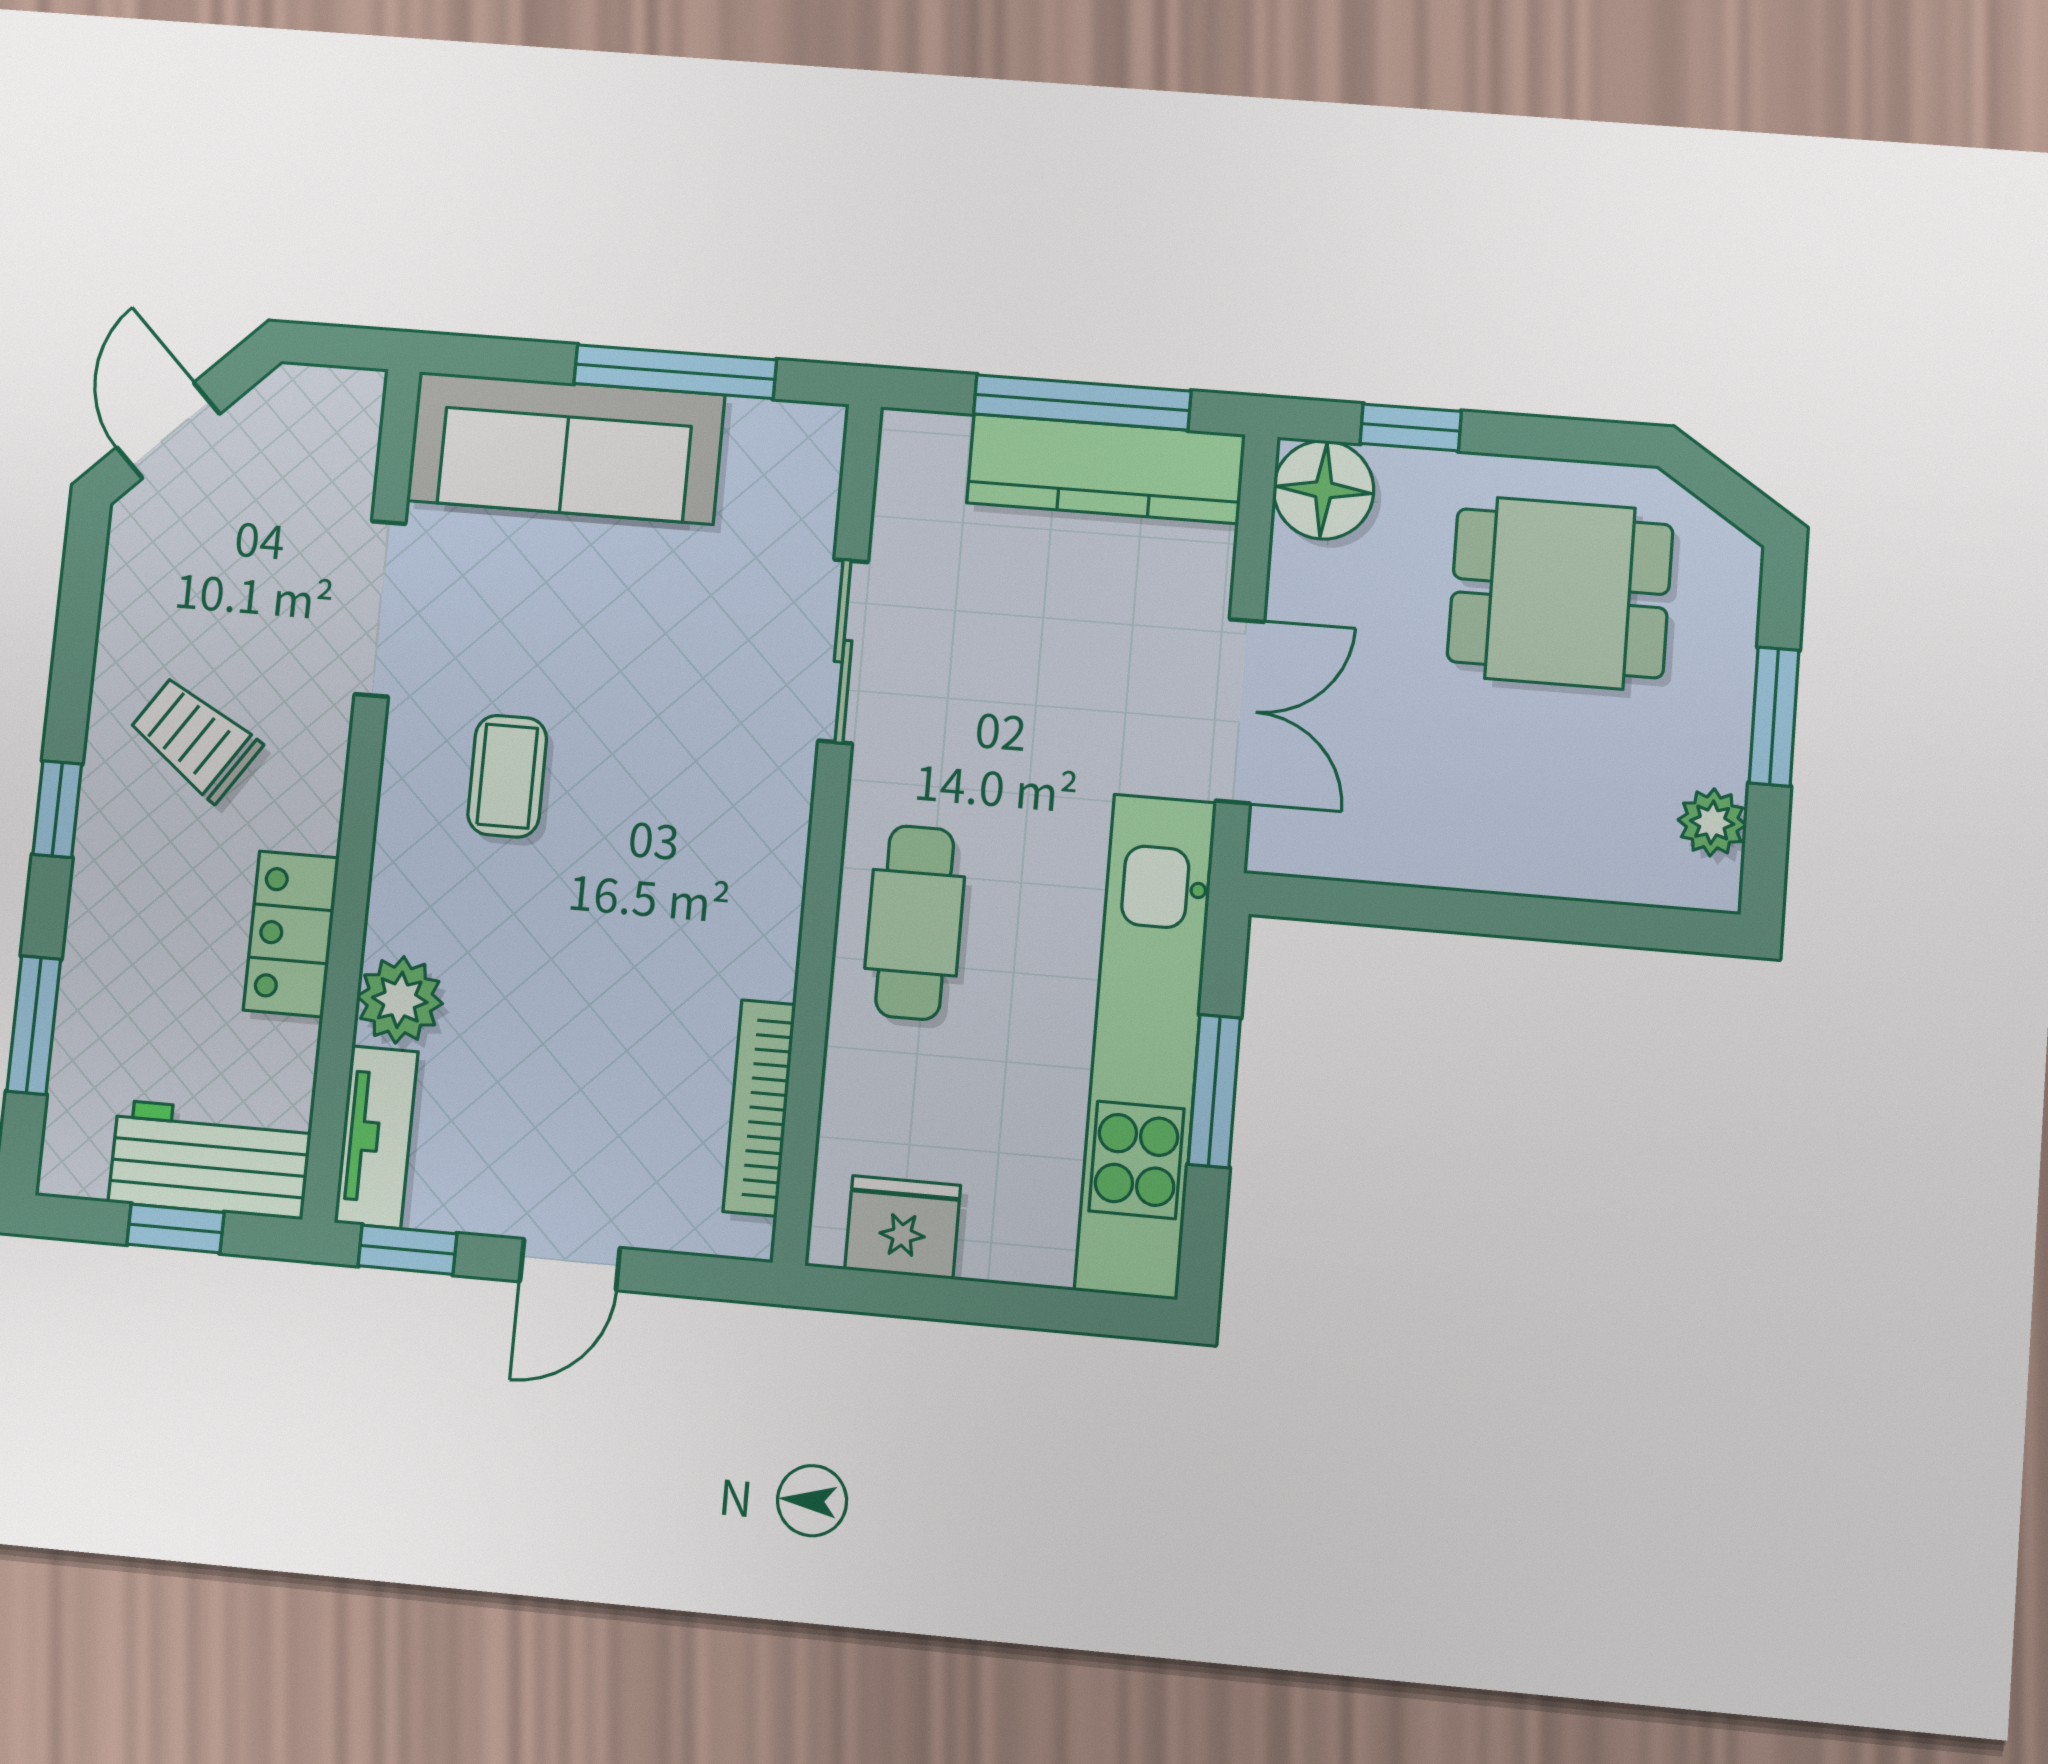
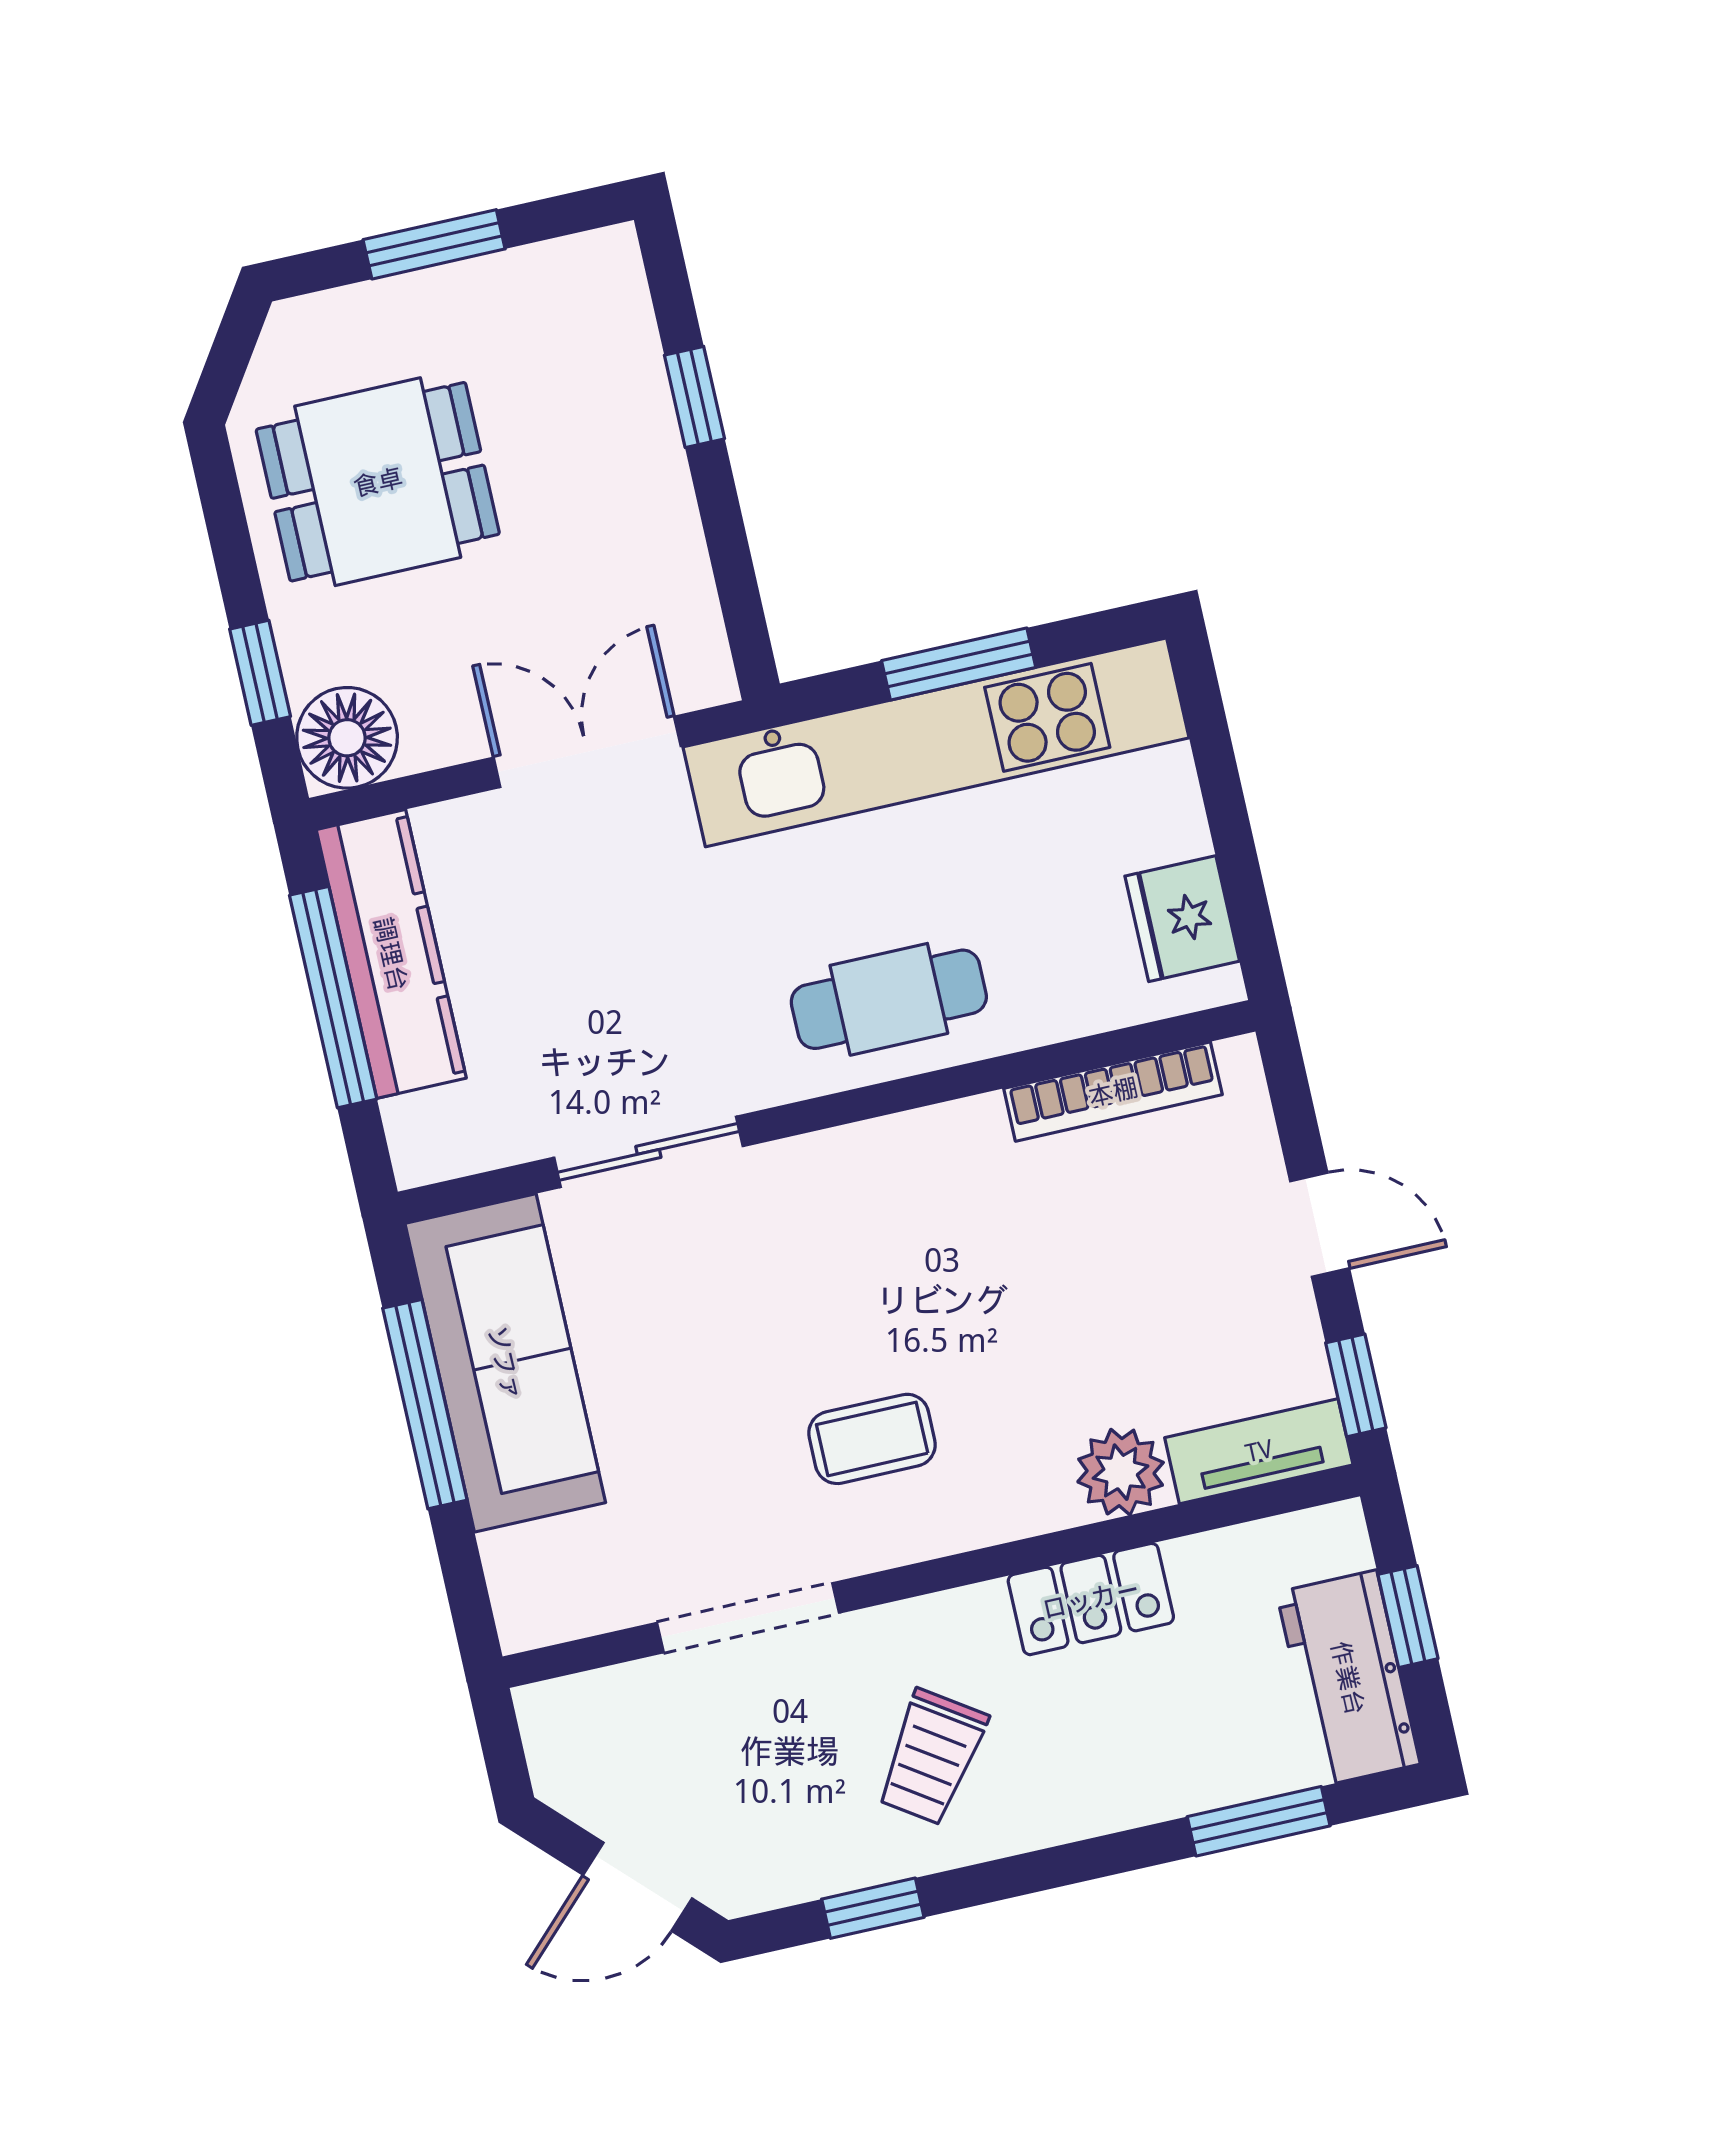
sofa: (566, 448) -> (505, 1363), moved
dining table: (1560, 593) -> (378, 482), turned 90
window: (57, 809) -> (873, 1908), moved
plant: (1712, 822) -> (554, 273), removed
window: (1550, 919) -> (694, 397), added
workbench: (210, 1160) -> (1348, 1678), moved

